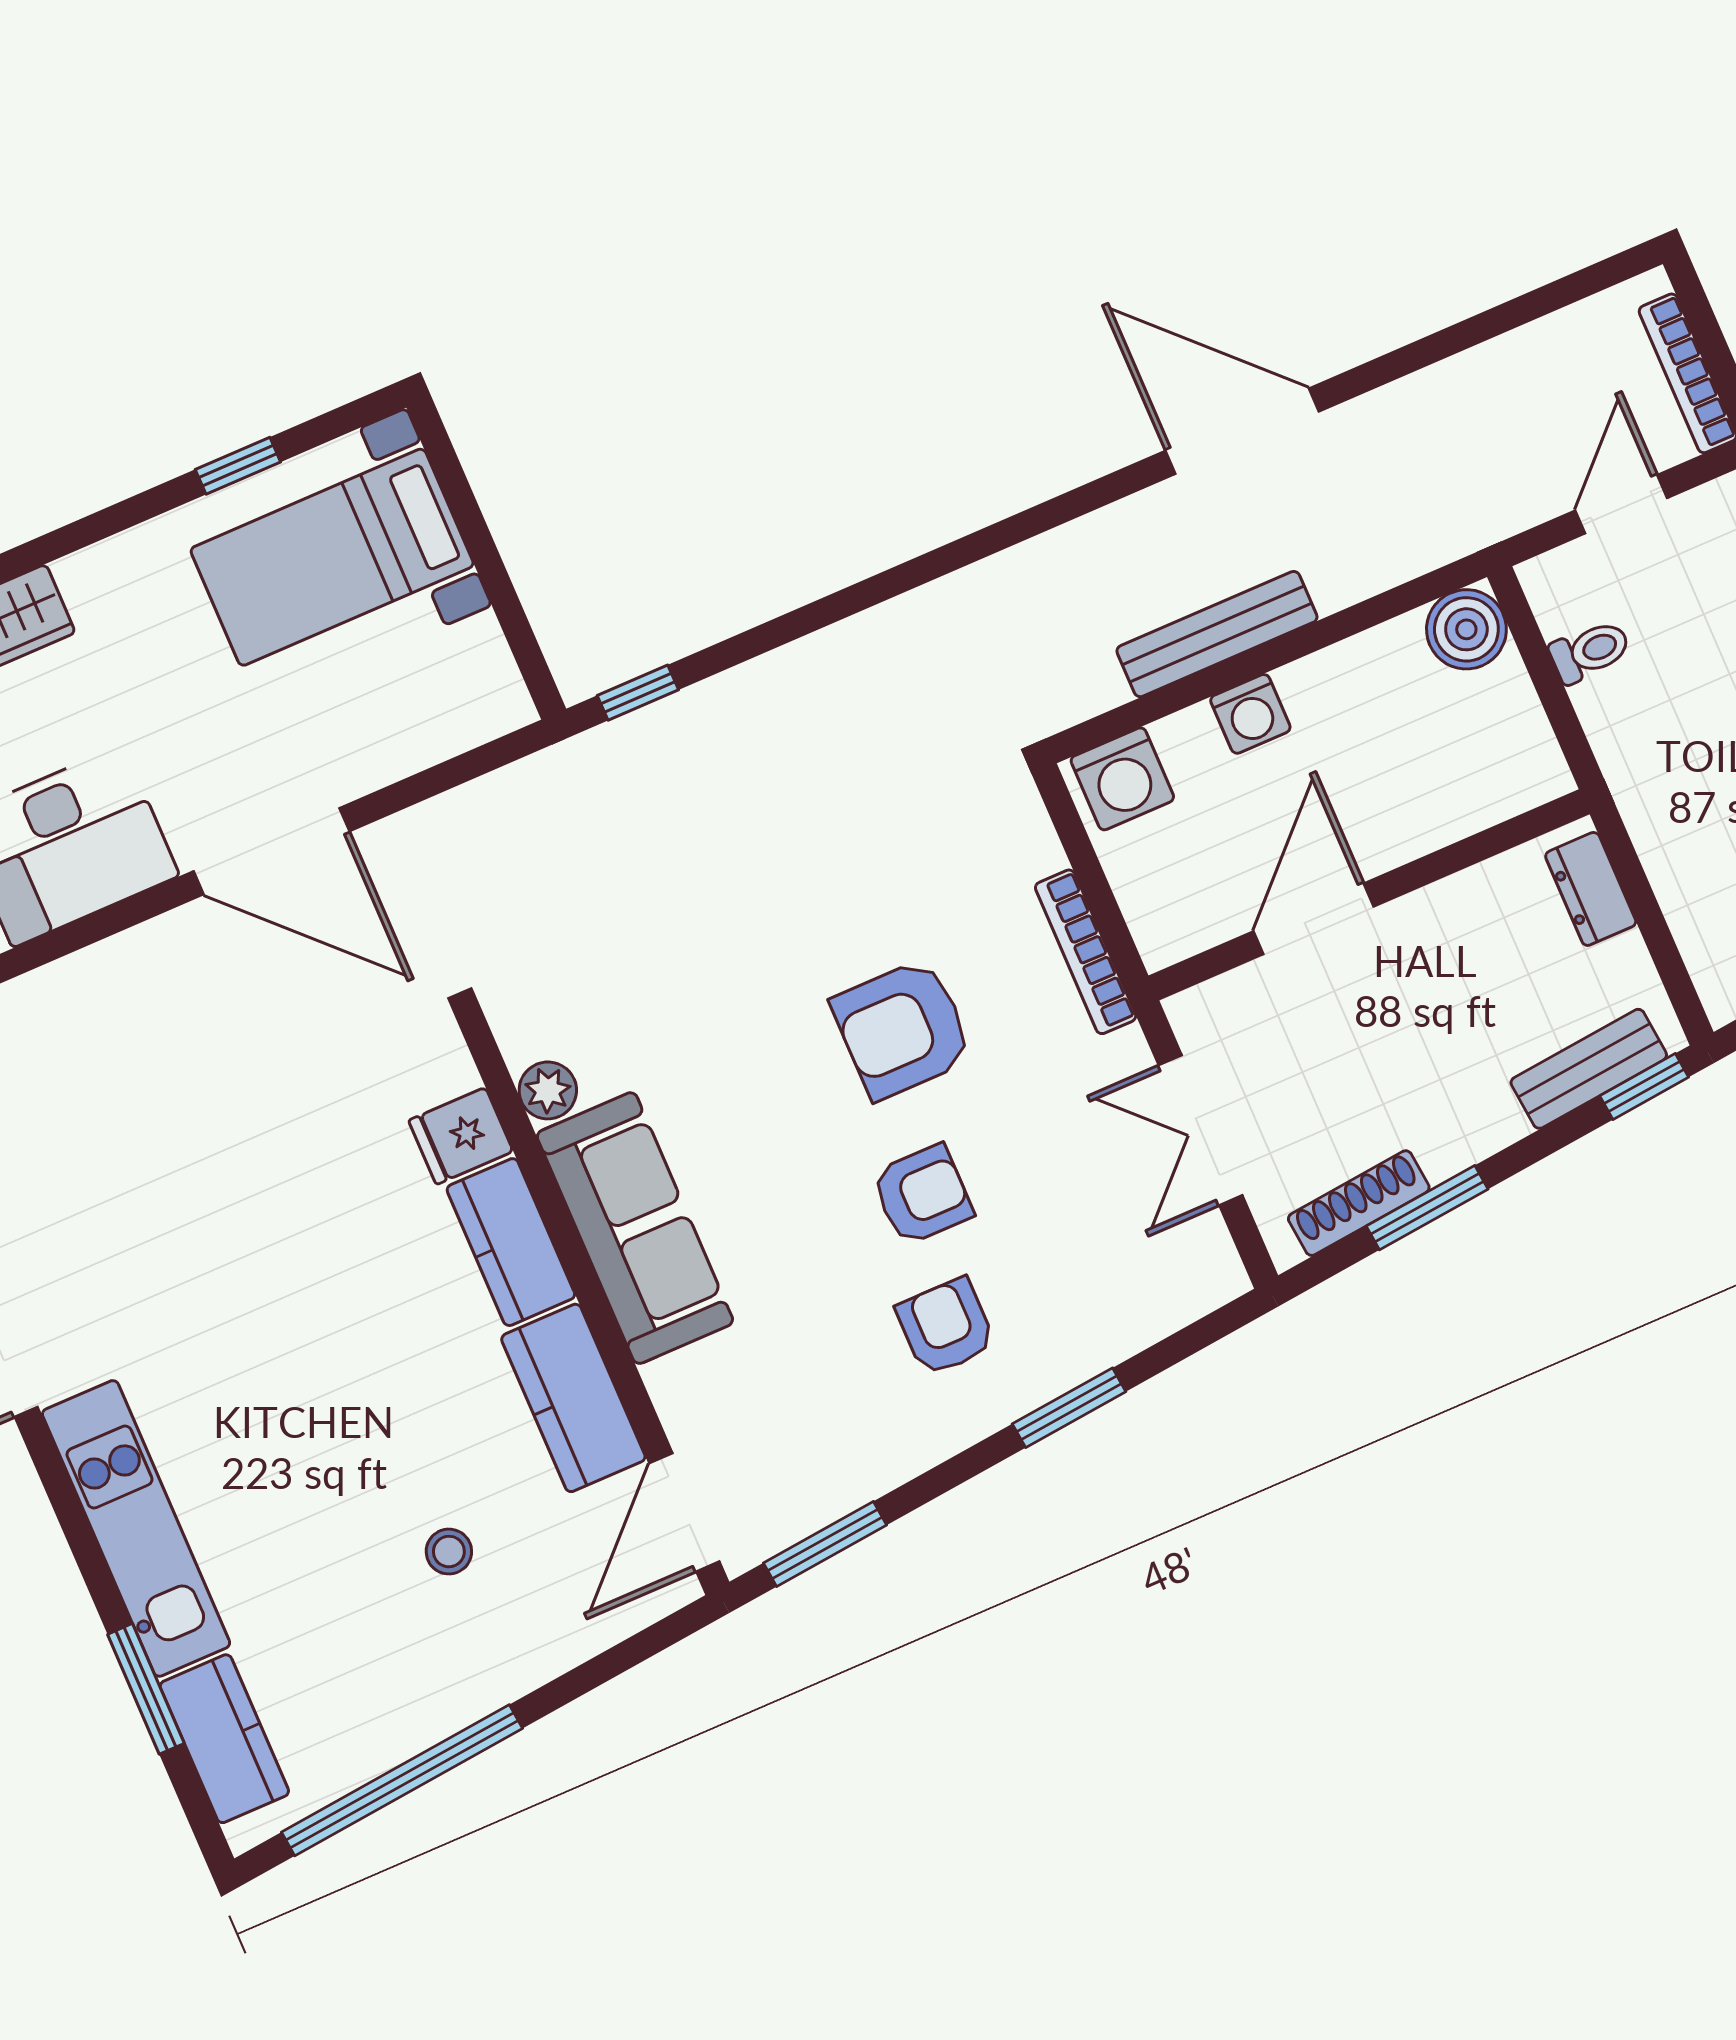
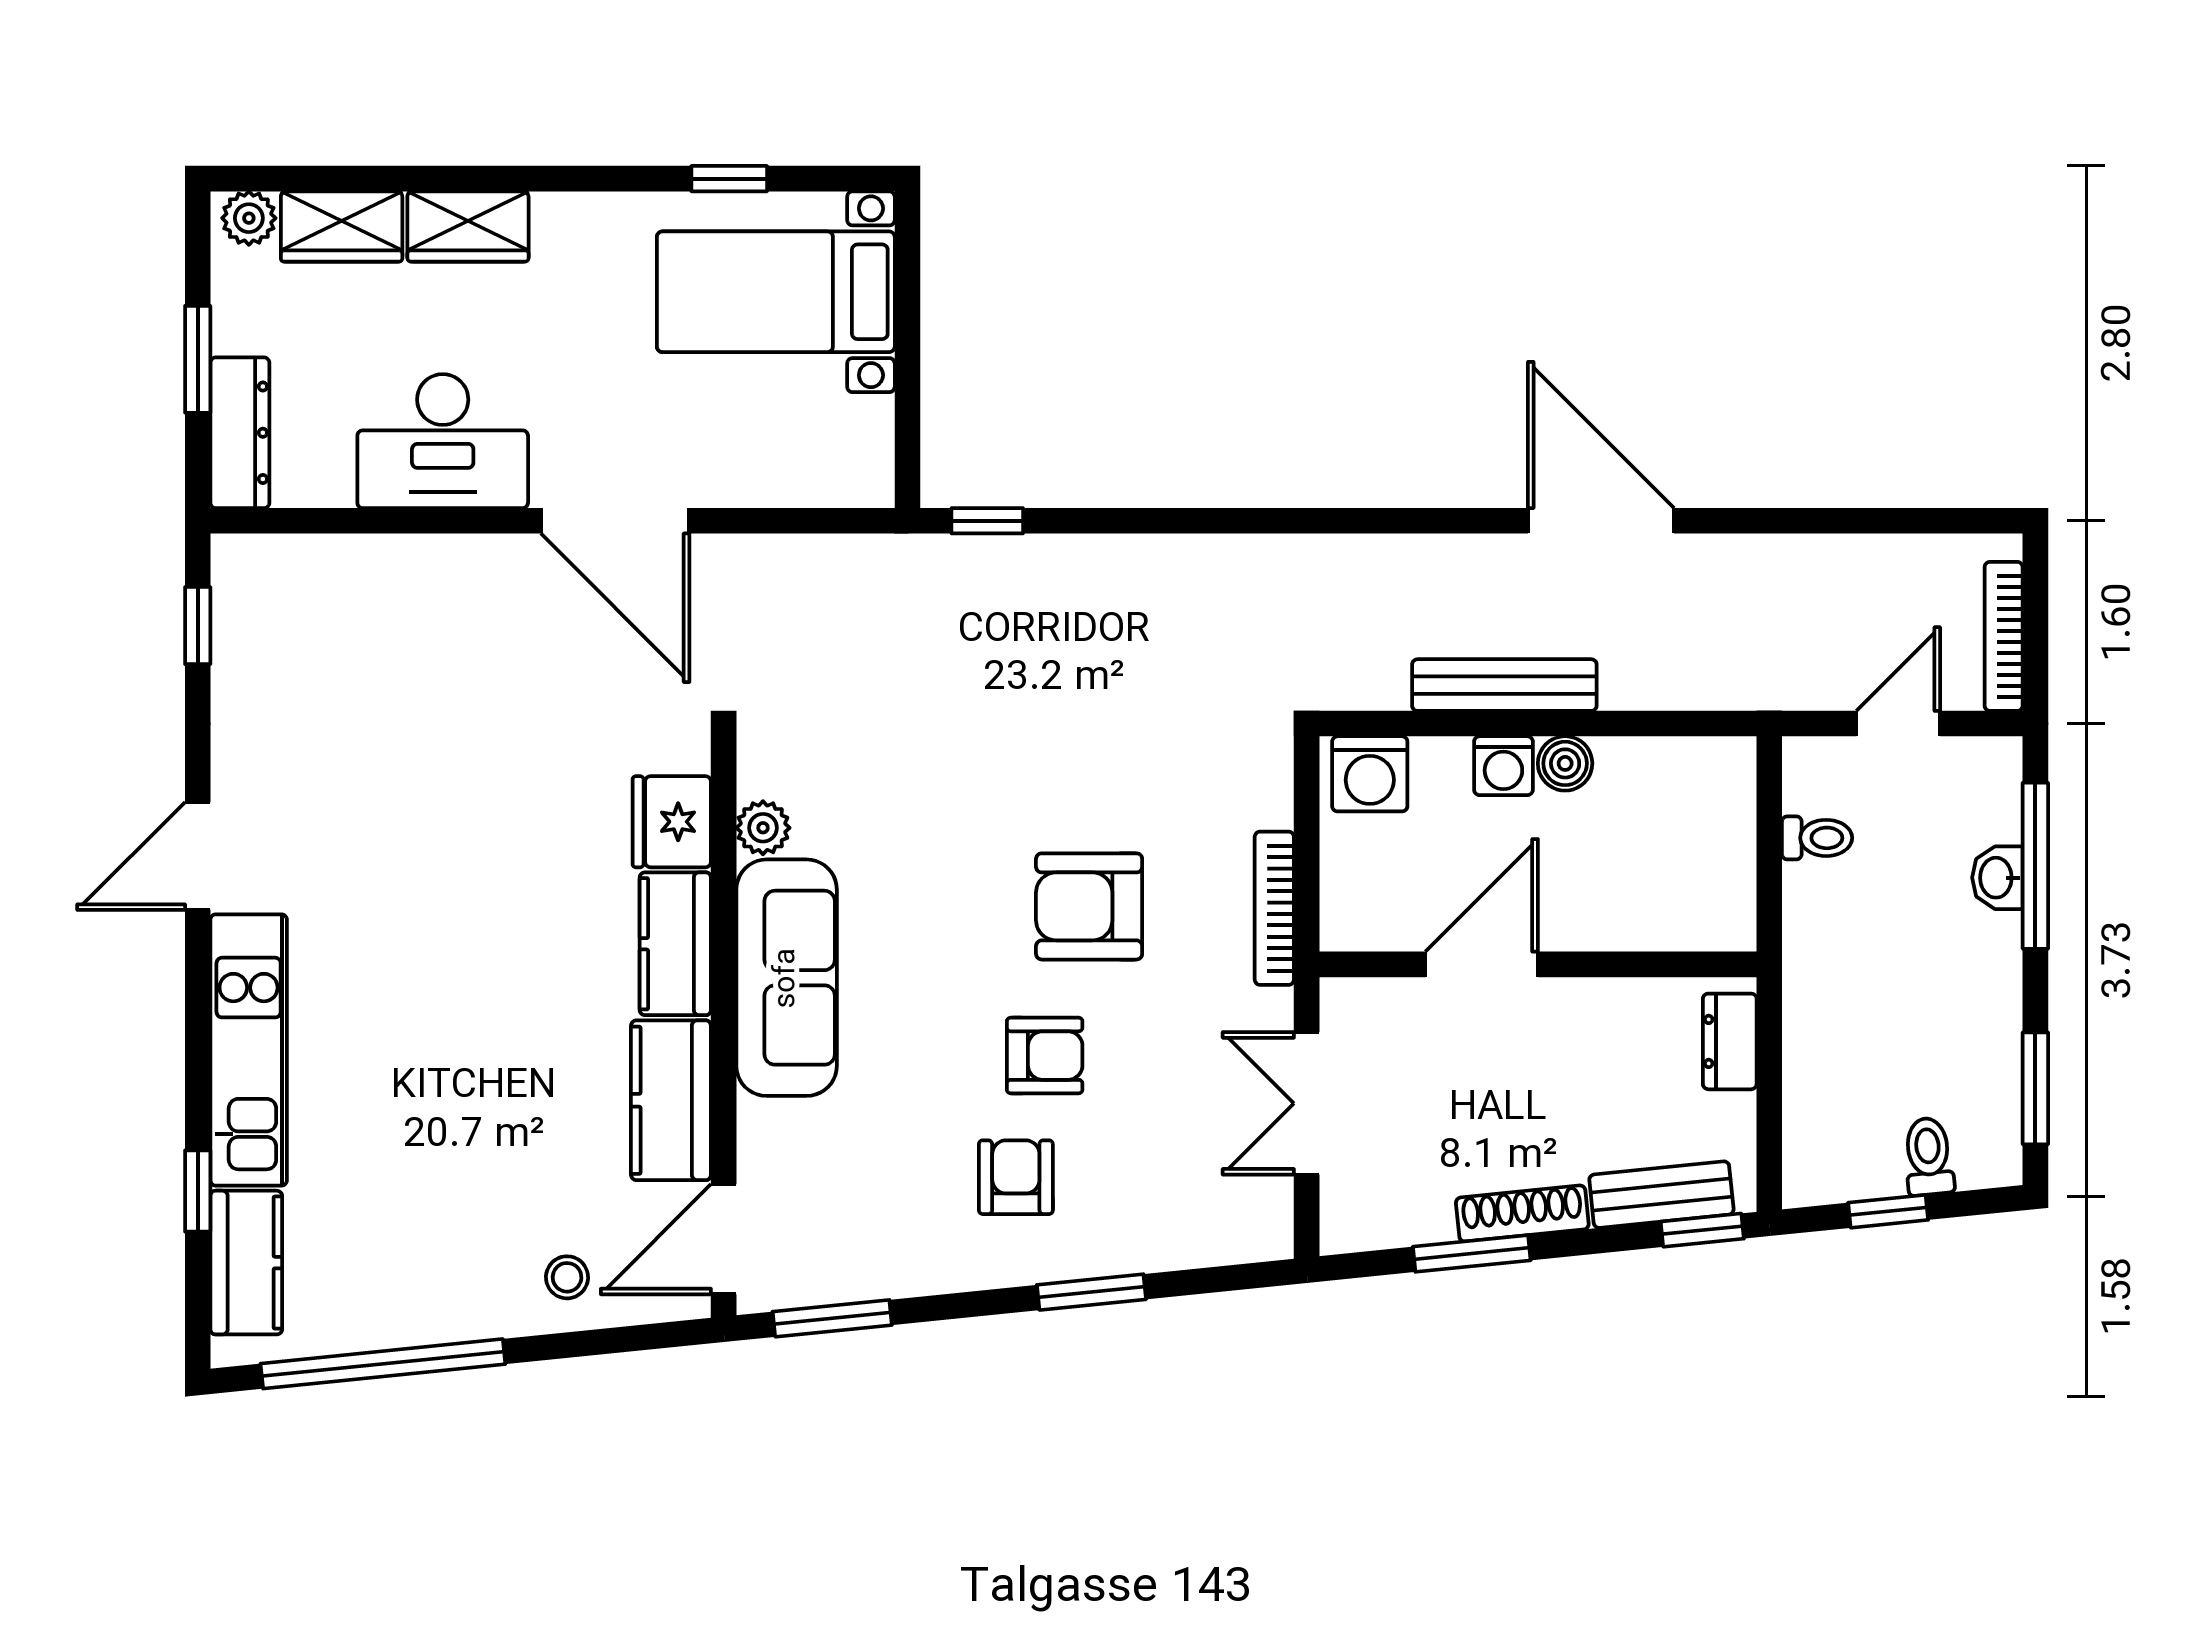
boiler: (1466, 629) -> (1565, 763), moved, width x0.73, depth x0.73
fridge: (461, 1136) -> (672, 822), width x1.38
shoe rack: (1359, 1203) -> (1522, 1213), moved
stool: (449, 1552) -> (567, 1277), moved
window: (146, 1689) -> (198, 1191), width x0.67

